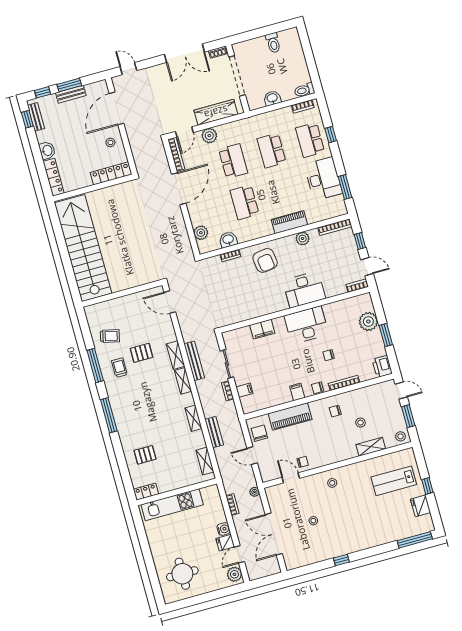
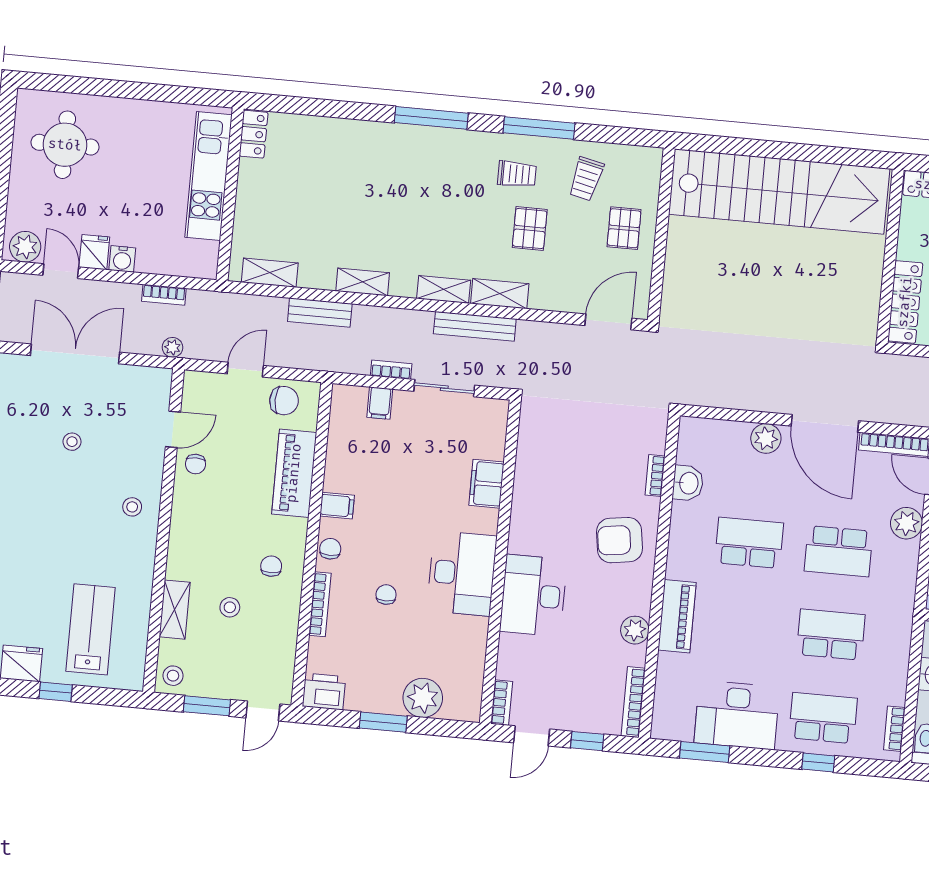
plant: (201, 233) -> (766, 438), moved
pallet: (145, 455) -> (624, 228), moved

